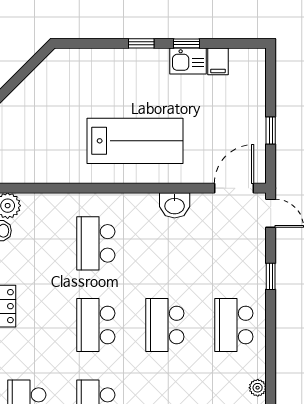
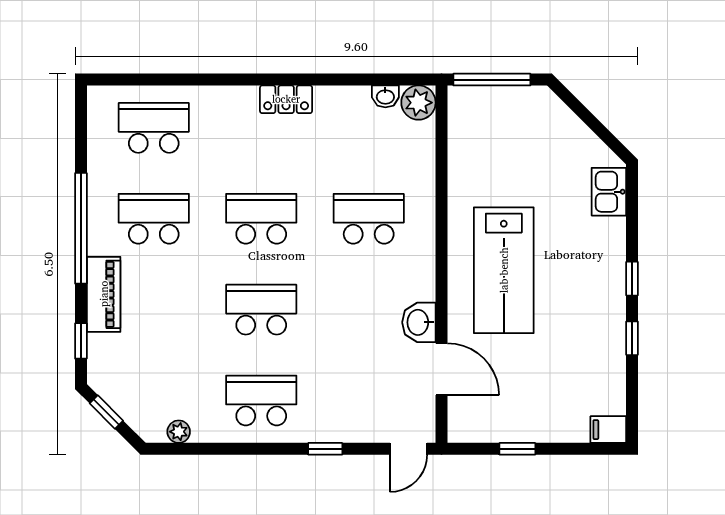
kitchen sink: (188, 61) -> (609, 192), moved
filing cabinet: (218, 61) -> (608, 430), moved
door: (234, 188) -> (441, 369), moved

